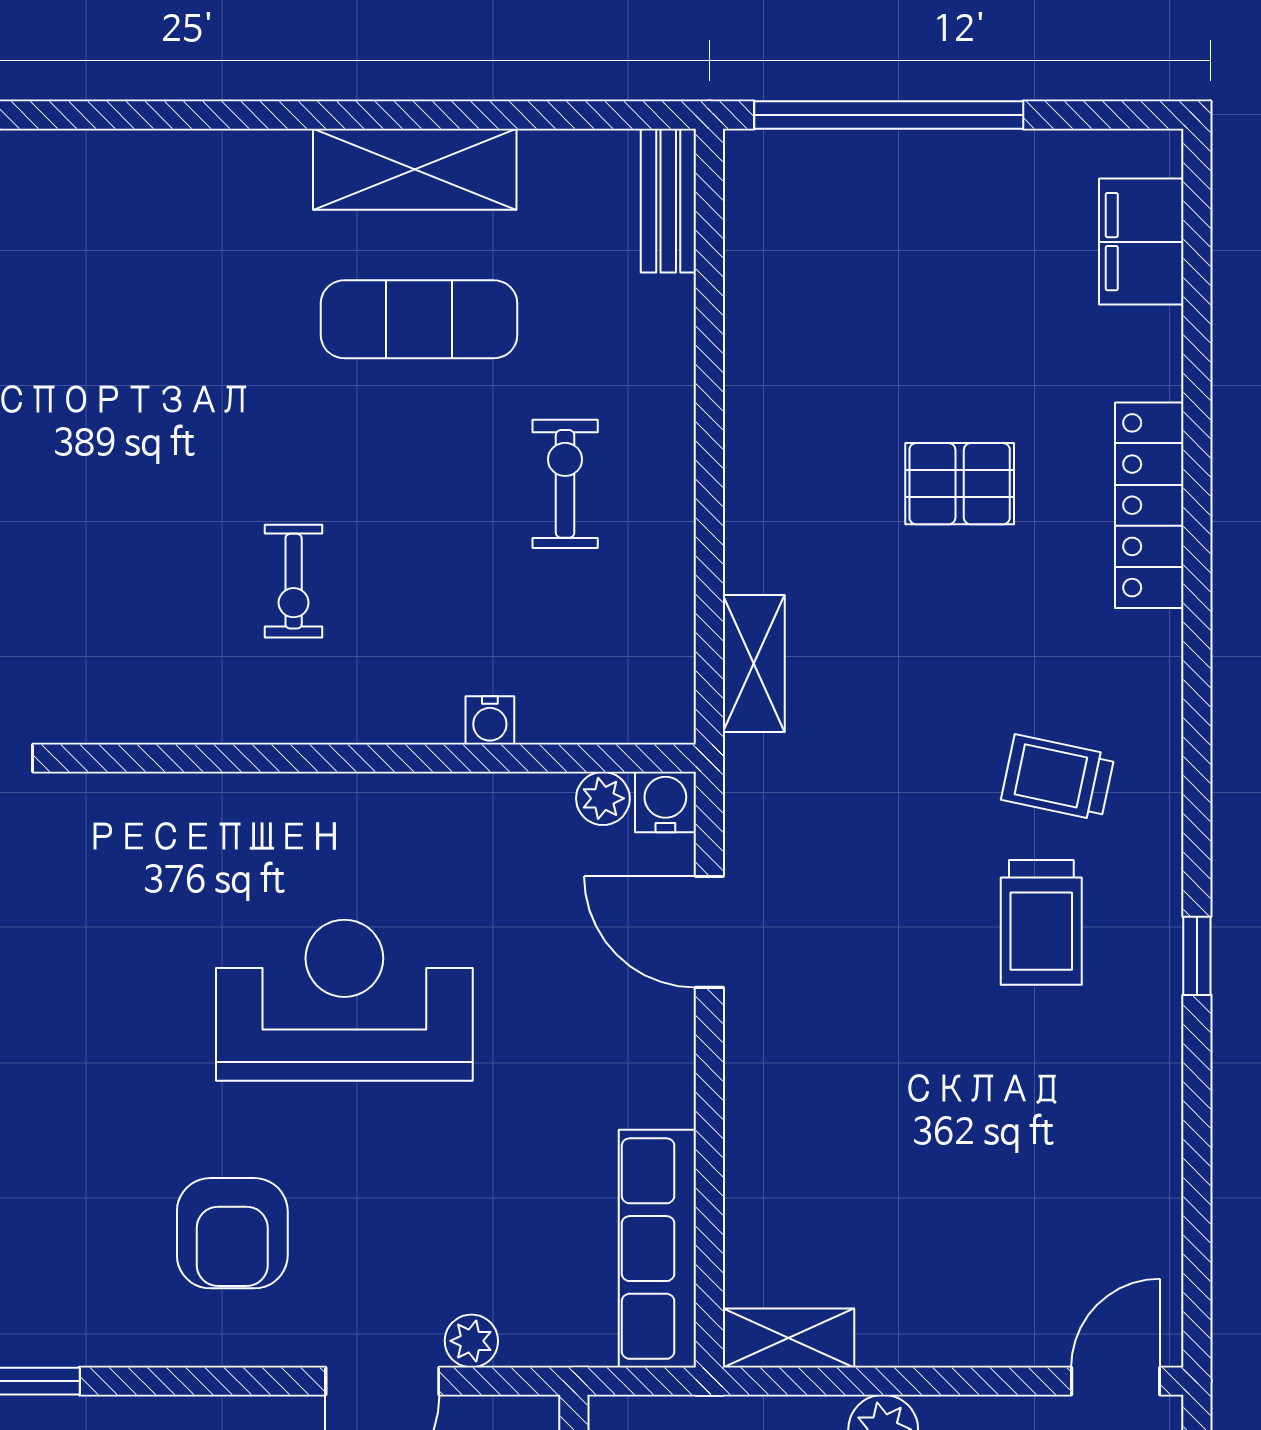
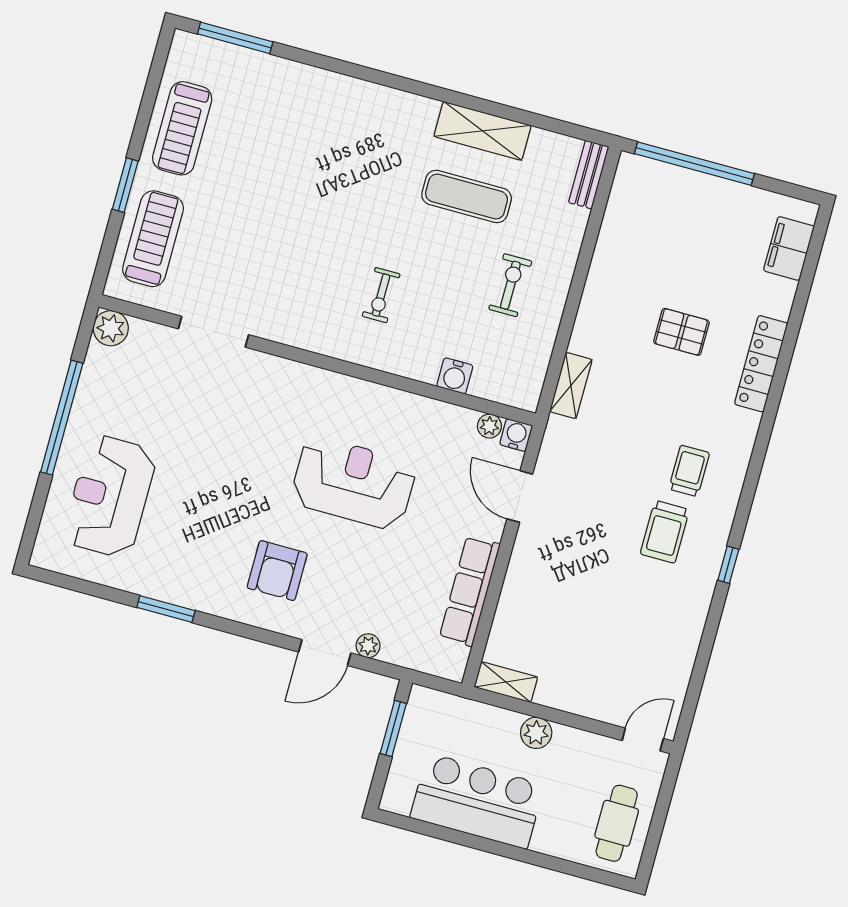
water cooler: (490, 720) -> (455, 376), width x1.38, depth x1.38
trolley: (1058, 777) -> (689, 471), turned 78
row of seats: (657, 1249) -> (470, 591), moved

